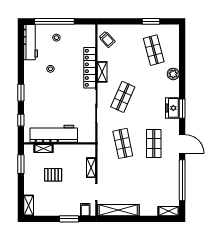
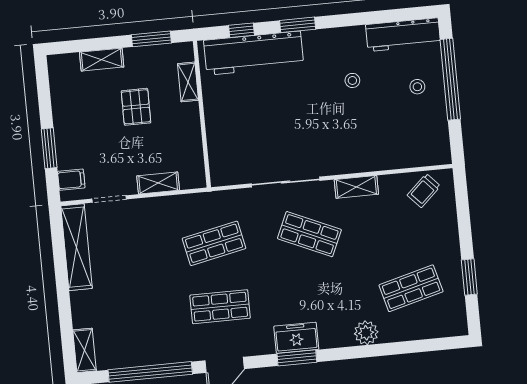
locker: (90, 68) -> (362, 161), removed
workbench: (54, 134) -> (254, 53), moved, turned 90
shelving: (29, 205) -> (102, 60), moved

